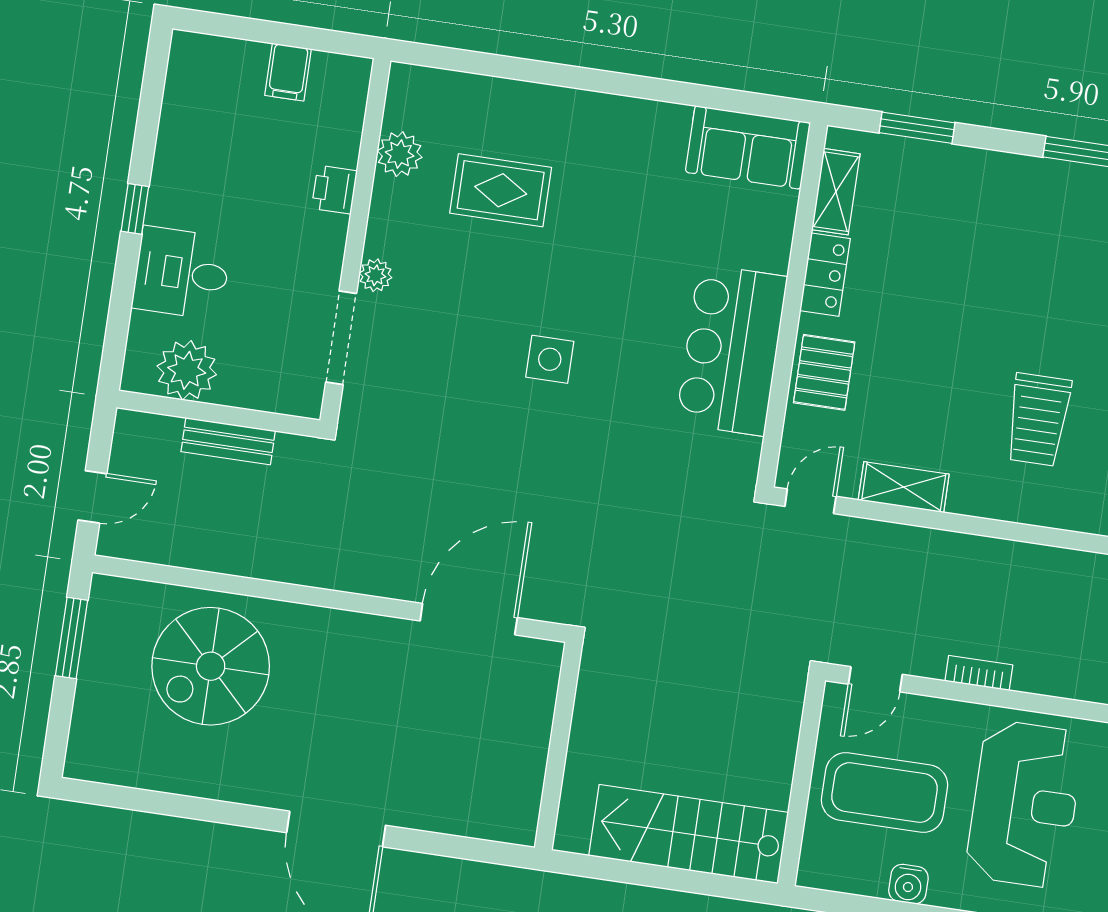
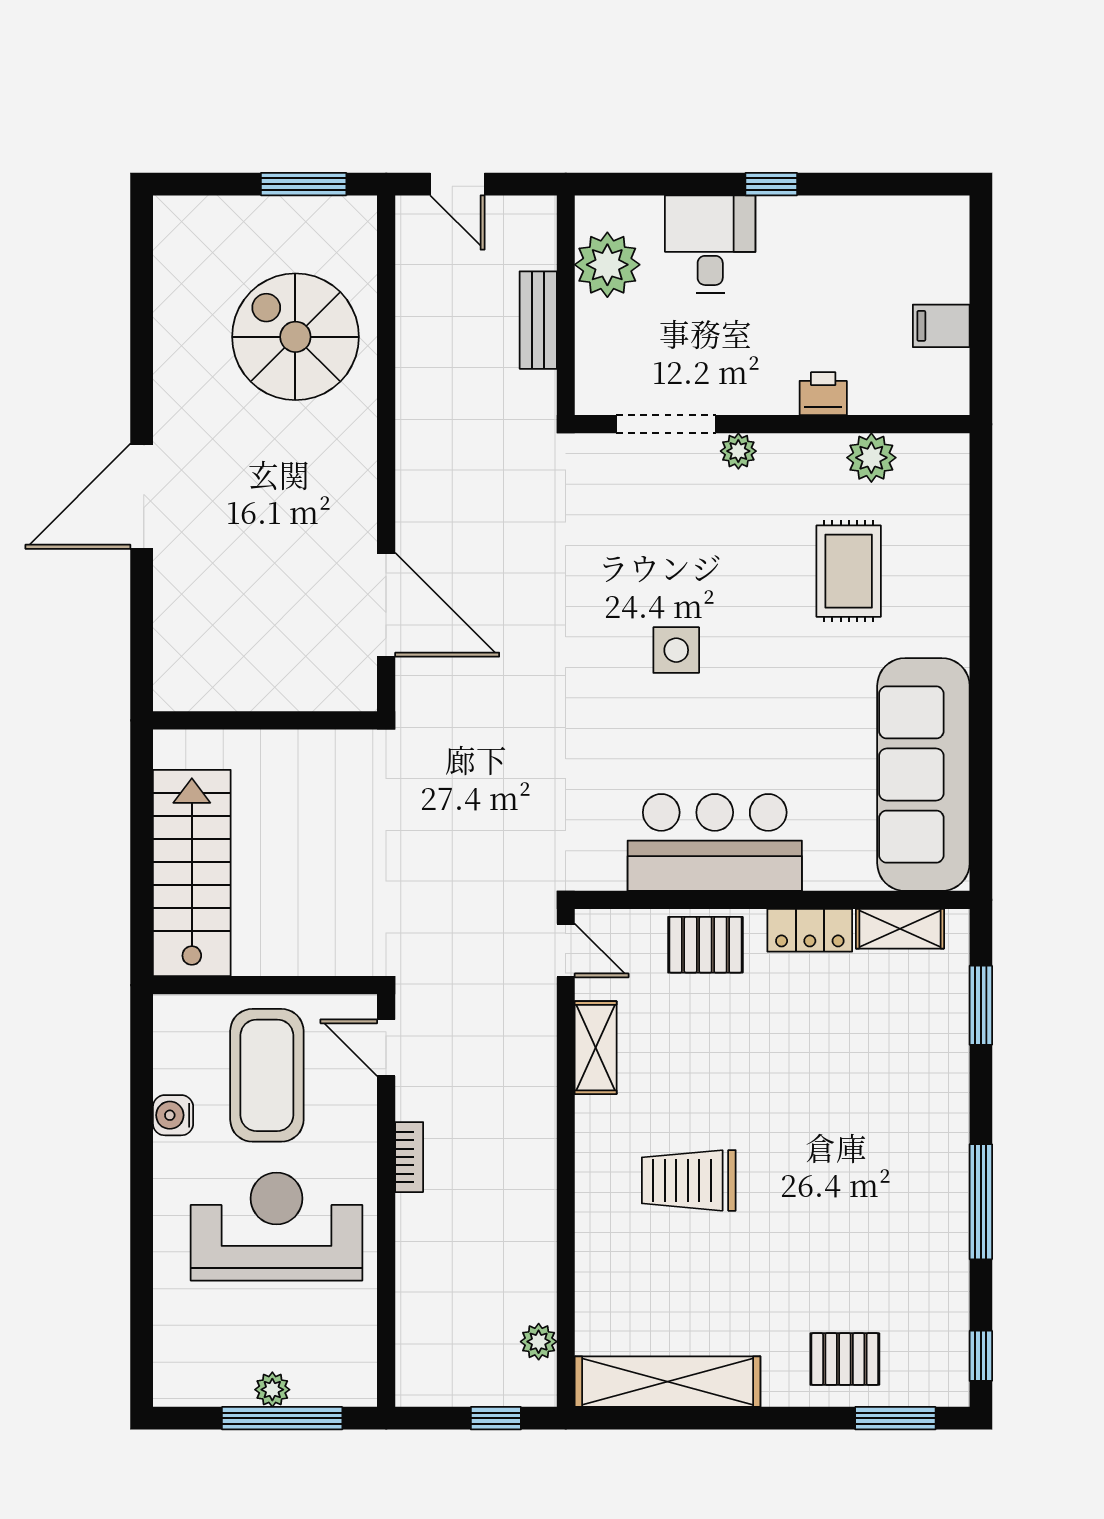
sofa: (748, 147) -> (923, 774), width x1.85, depth x1.27
reception desk: (1025, 804) -> (276, 1227), turned 180

